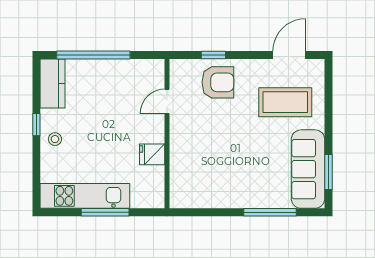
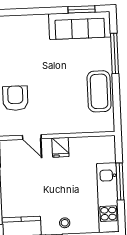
coffee table: (285, 102) -> (99, 91), moved
fridge: (152, 154) -> (60, 147), moved

